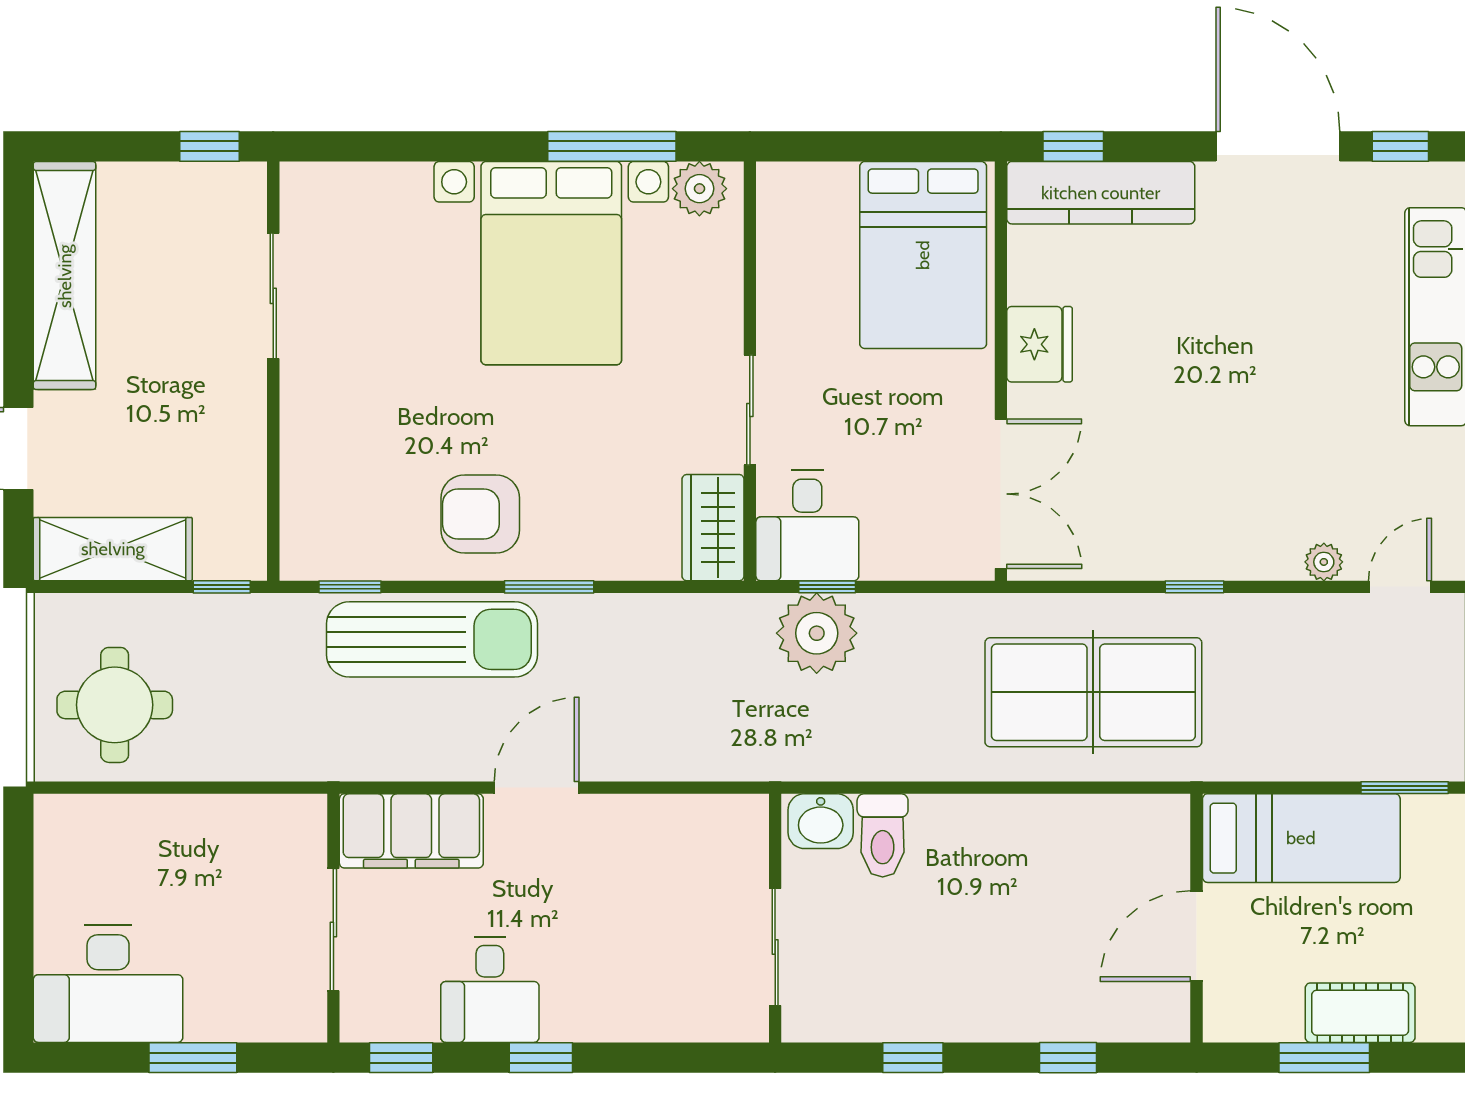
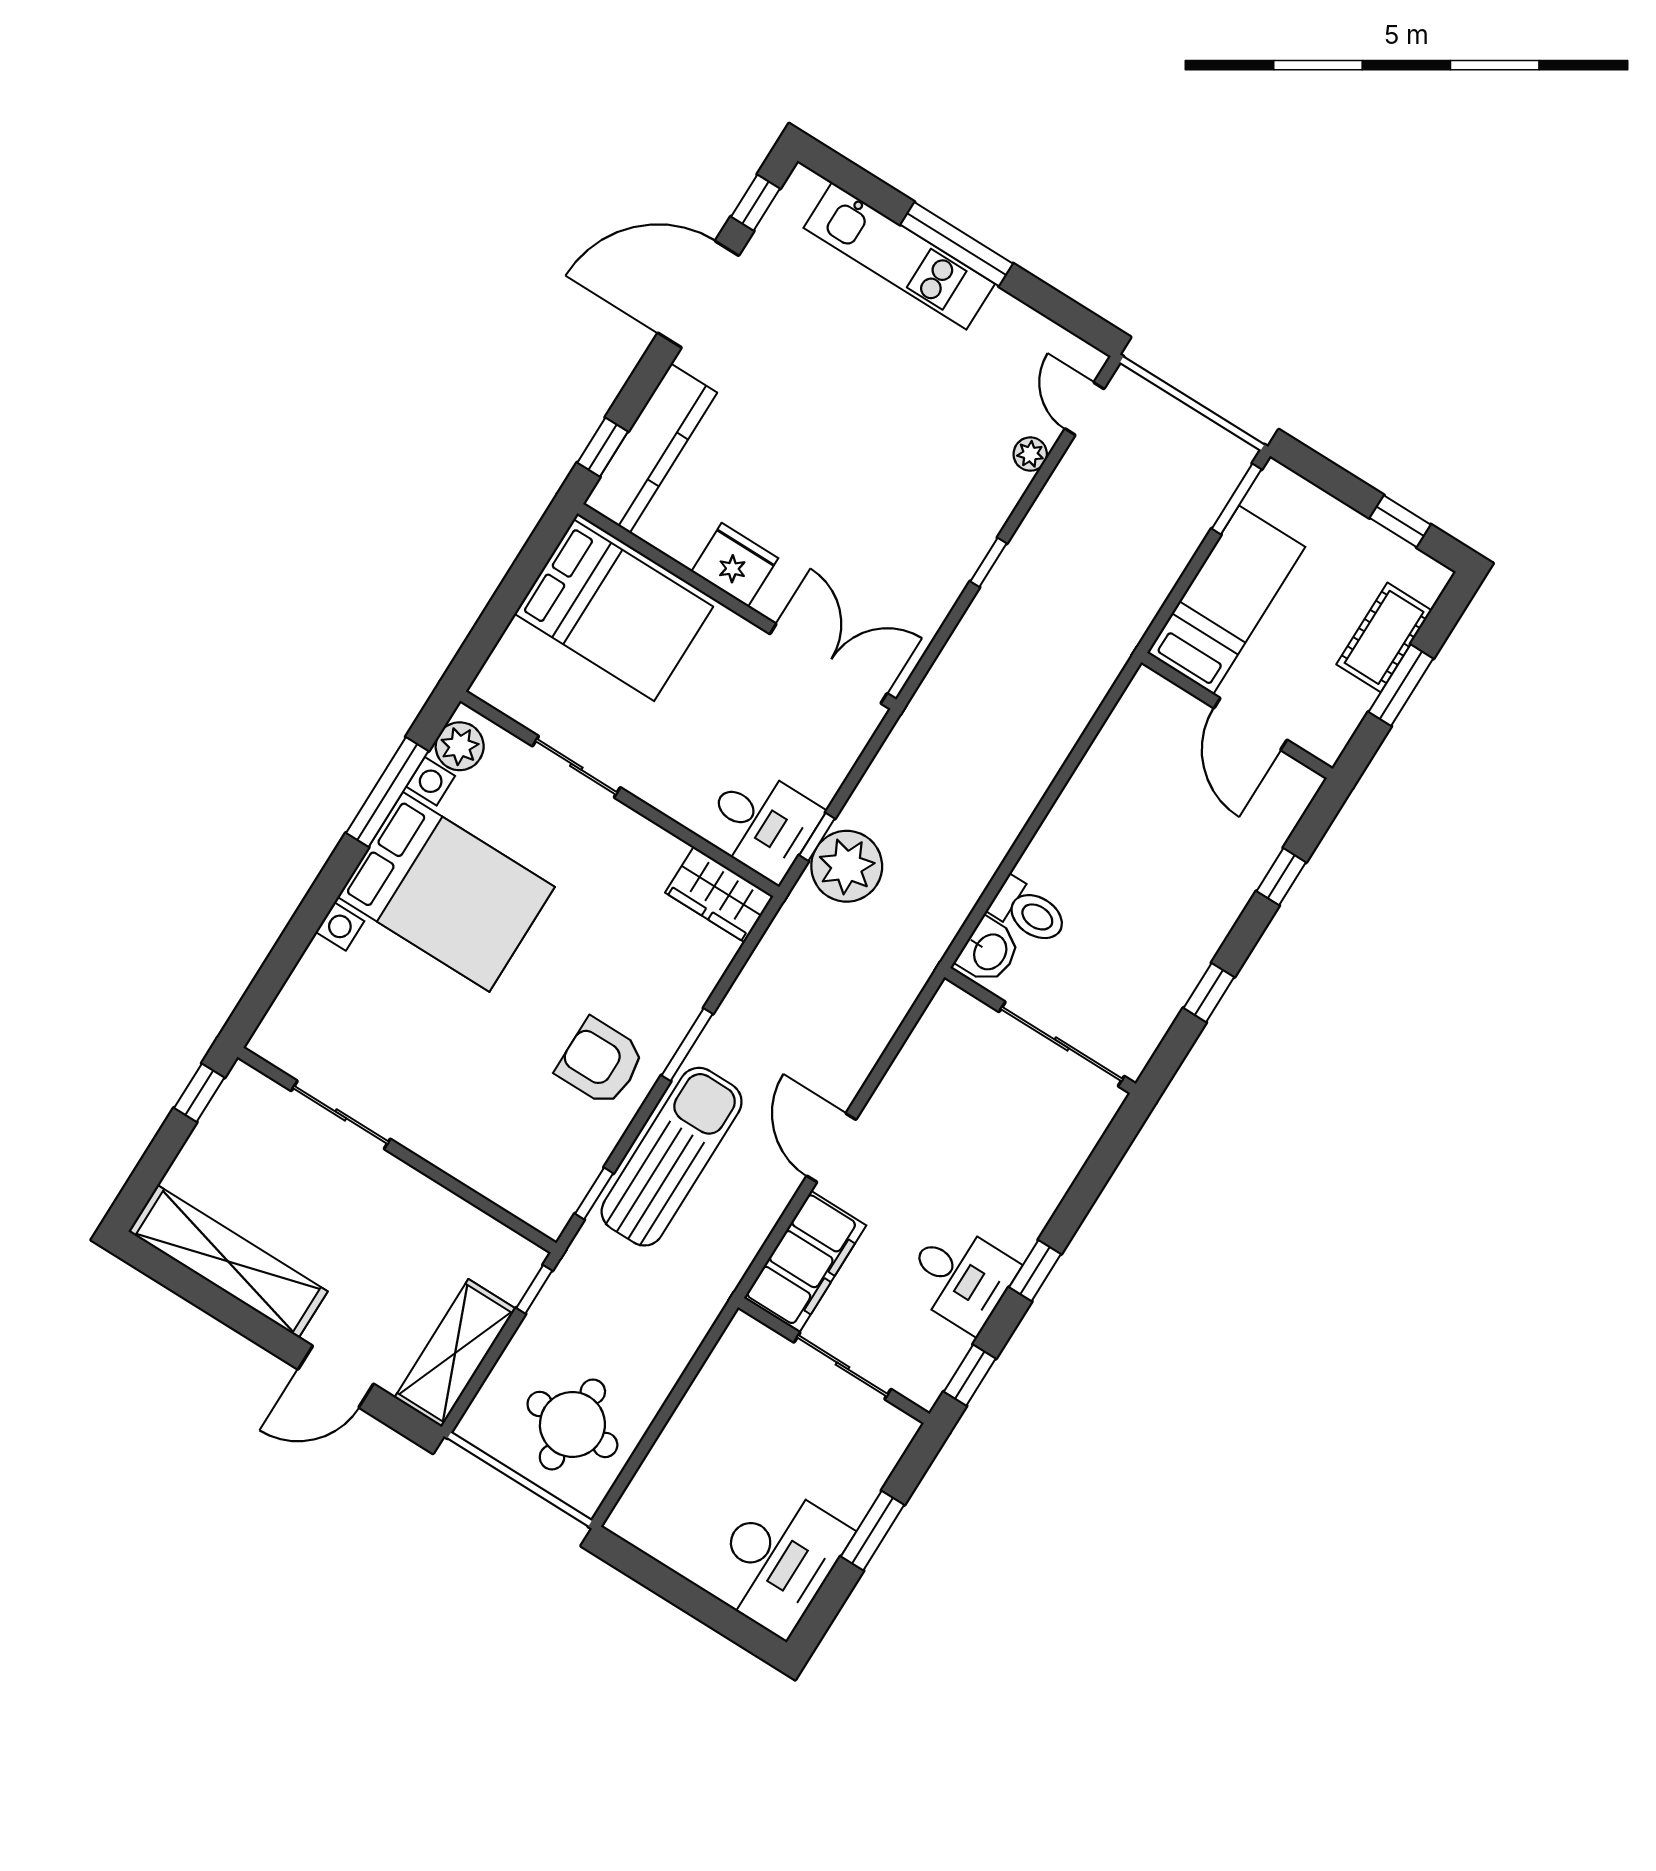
sliding door: (750, 410) -> (576, 767), moved
armchair: (480, 514) -> (600, 1062), turned 90
table tennis table: (1093, 692) -> (1020, 687), removed
sliding door: (775, 947) -> (1062, 1044), width x1.37

